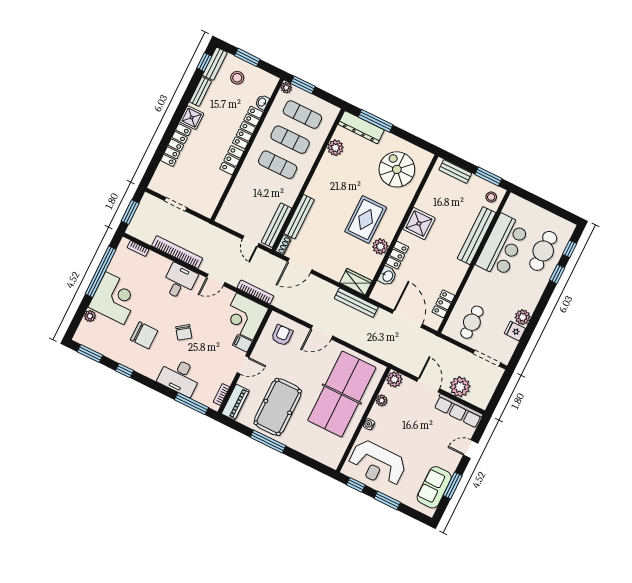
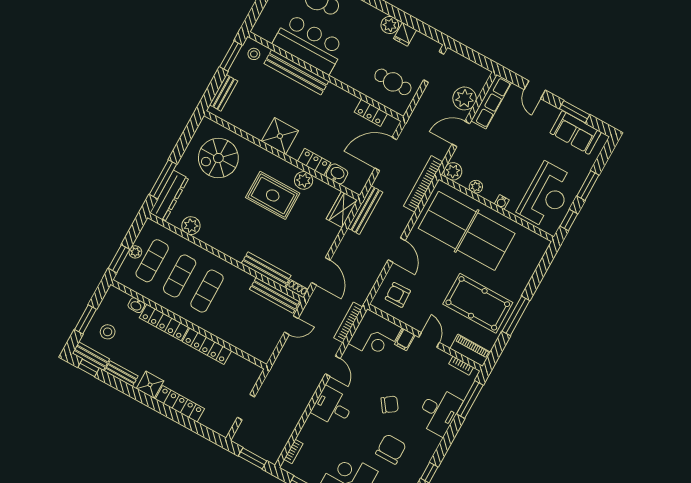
plant: (286, 88) -> (135, 252), moved
locker: (232, 160) -> (207, 346), width x1.53
bookcase: (177, 252) -> (423, 184), moved

